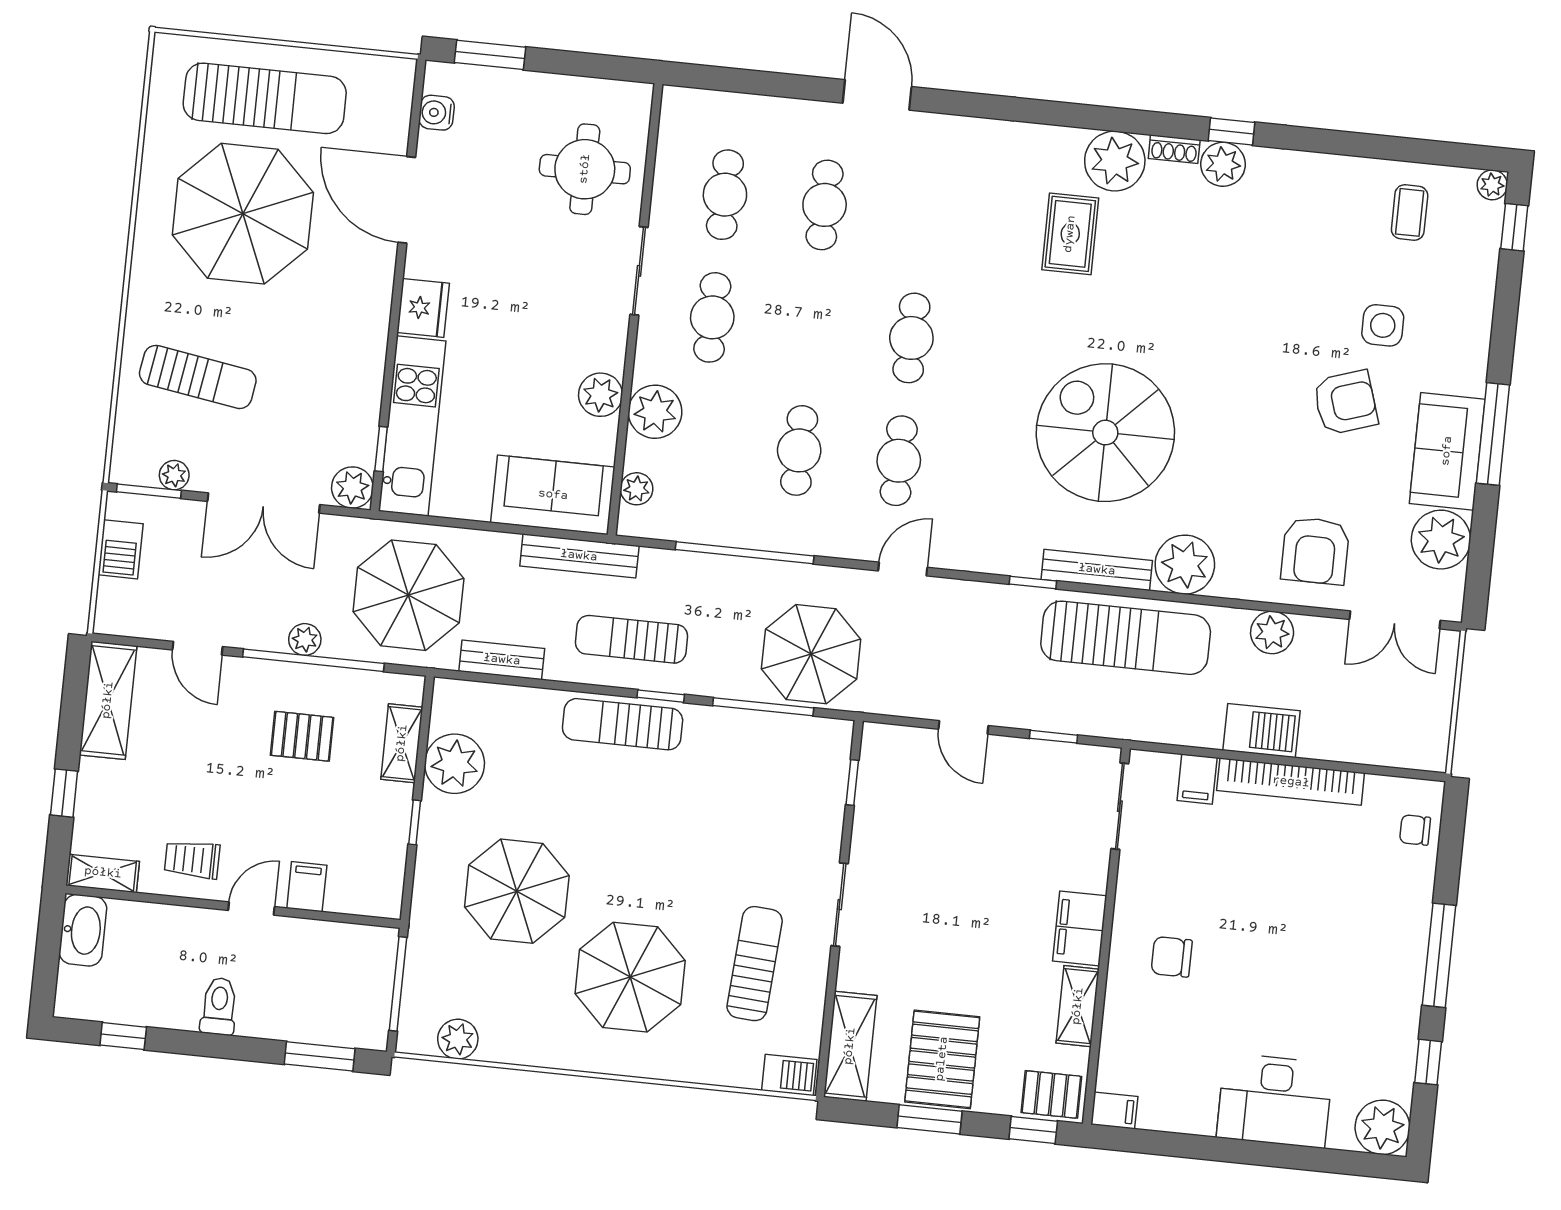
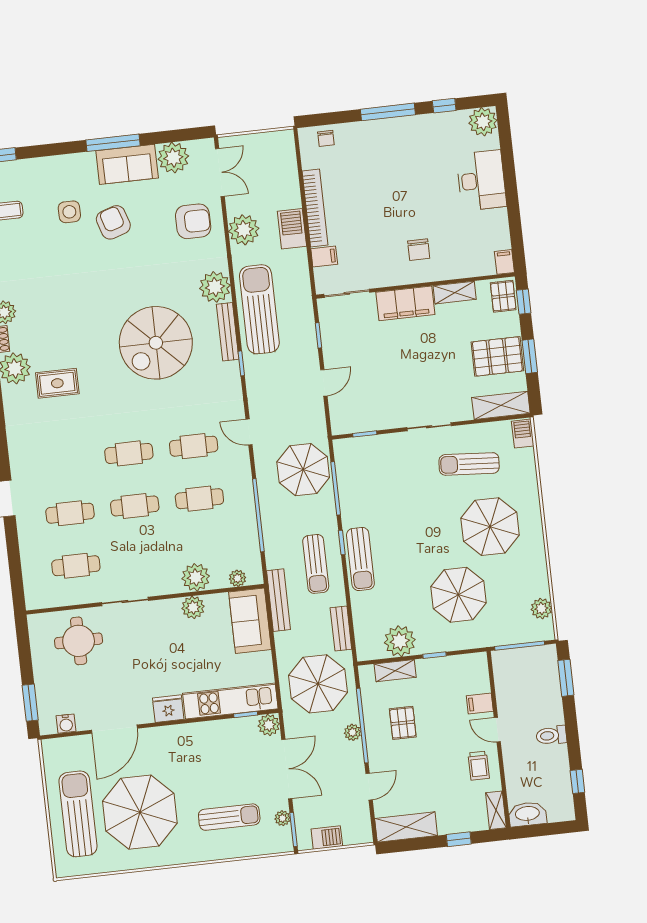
cafe table: (712, 317) -> (135, 506), moved
sun lounger: (198, 377) -> (229, 817), turned 81
plant: (1272, 632) -> (244, 230), width x1.36, depth x1.36
filing cabinet: (1080, 928) -> (405, 303), width x1.50, depth x1.17

